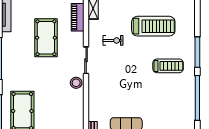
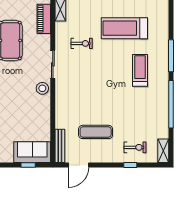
treadmill: (153, 26) -> (124, 28), turned 180
treadmill: (168, 66) -> (140, 70), turned -90

